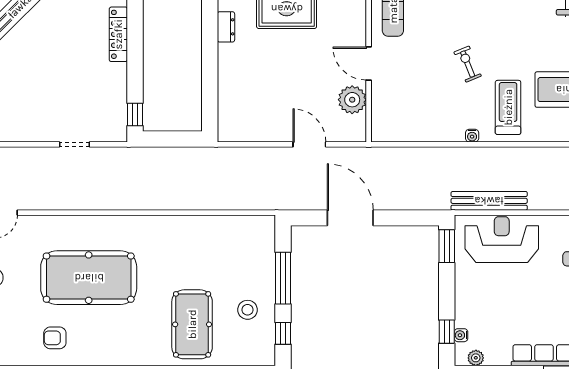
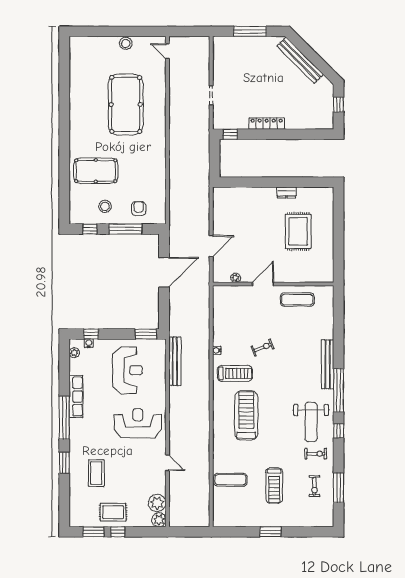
locker: (118, 34) -> (267, 124), moved
plant: (352, 100) -> (236, 278), width x0.53, depth x0.53
reception desk: (502, 240) -> (127, 370), moved
armchair: (55, 338) -> (139, 209), moved

